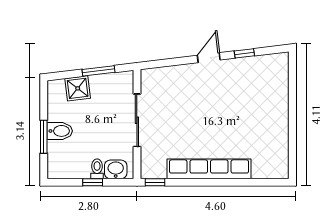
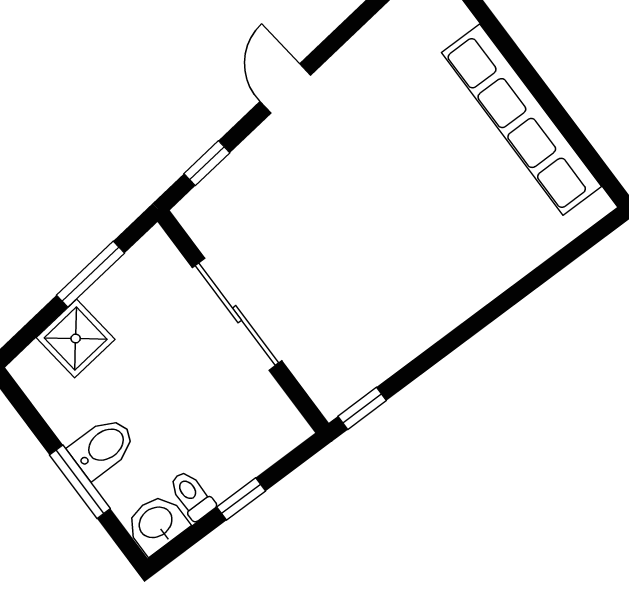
window: (244, 53) -> (207, 163), moved
toilet: (97, 169) -> (192, 495), moved
washbasin: (116, 169) -> (156, 523), moved
row of seats: (209, 169) -> (521, 120), moved, turned -90

